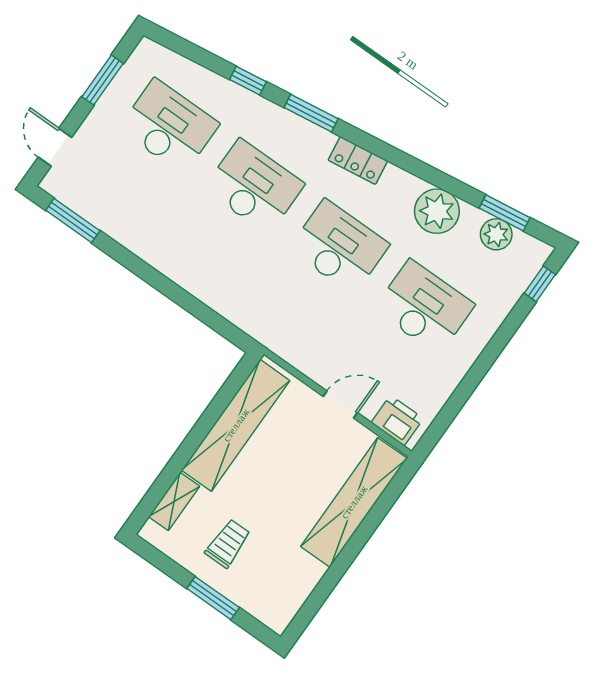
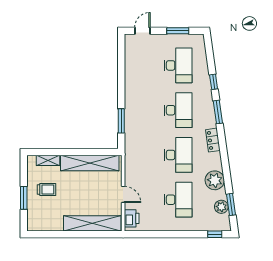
window: (73, 221) -> (121, 121), moved

